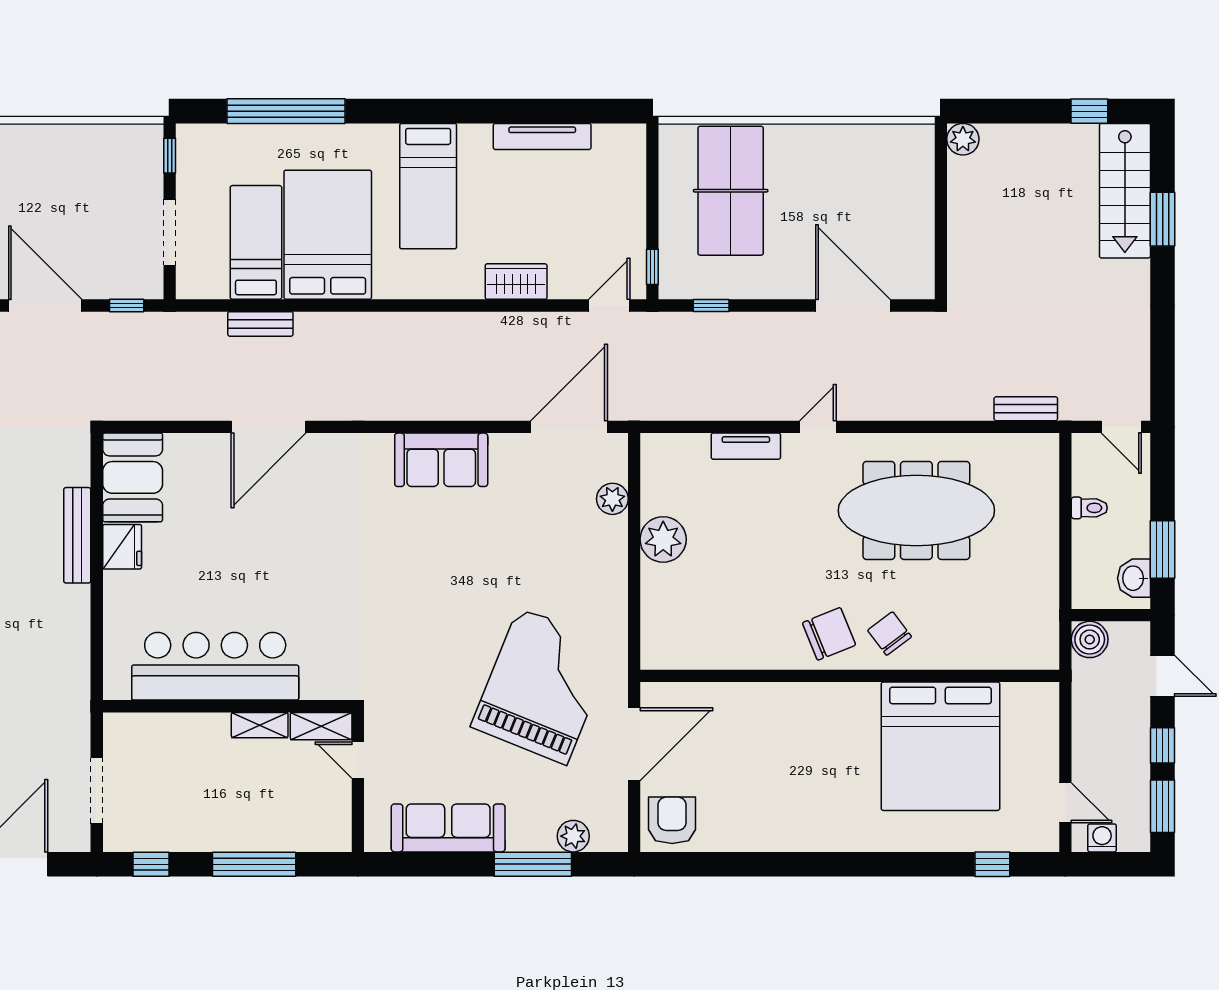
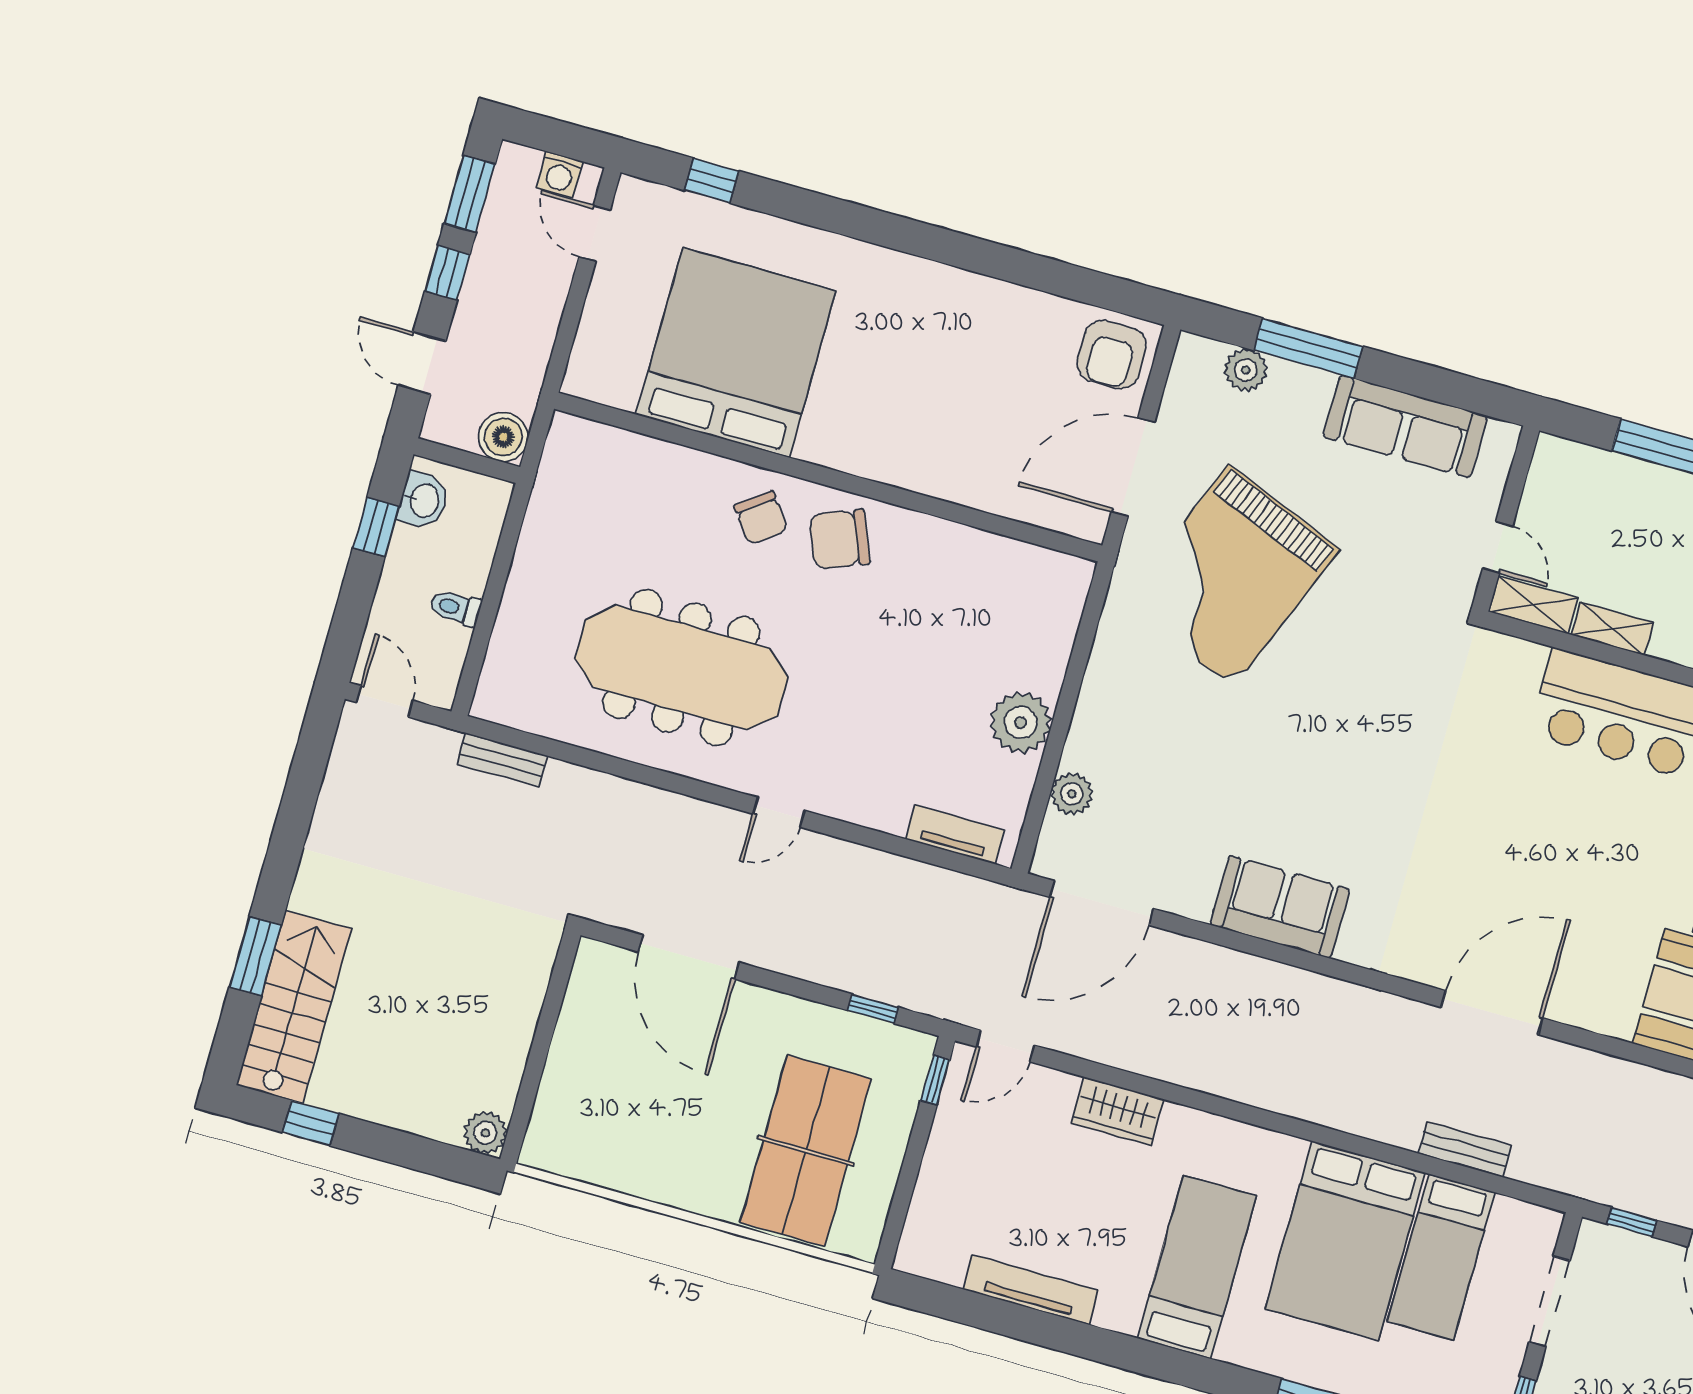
tv unit: (746, 446) -> (955, 835), moved
window: (1163, 549) -> (376, 527), width x0.67

